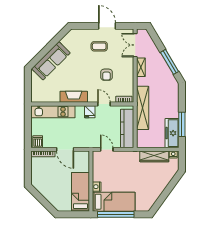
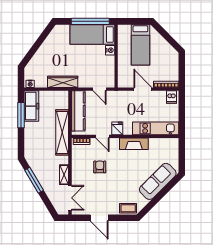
coffee table: (99, 46) -> (128, 208), moved
wardrobe: (154, 156) -> (63, 82), moved
bed: (80, 192) -> (140, 45), moved

